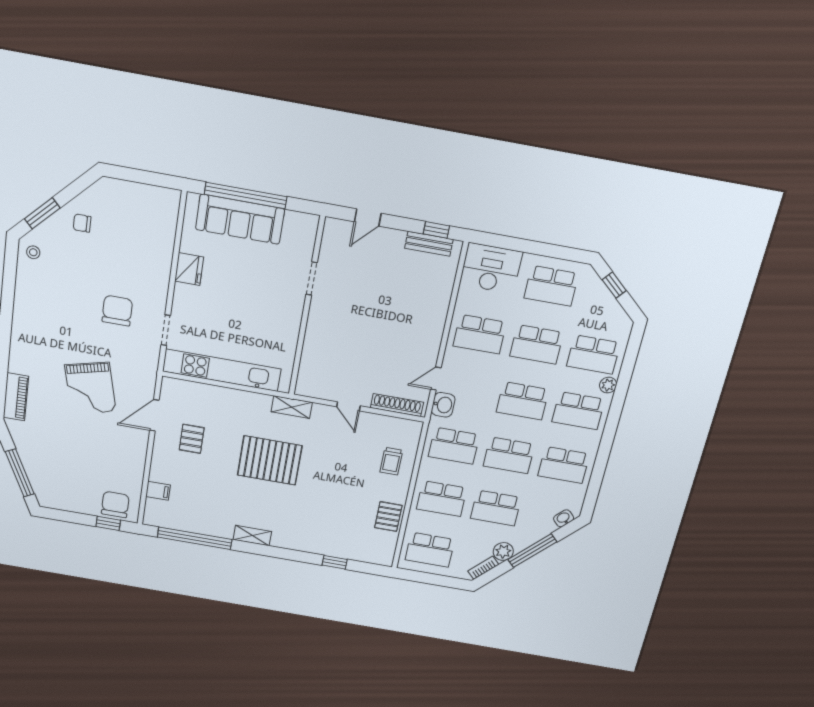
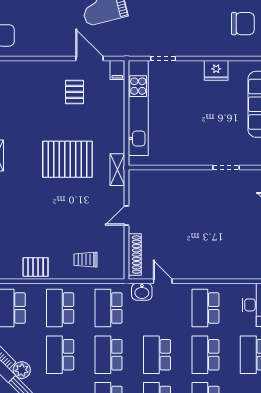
chair: (117, 311) -> (243, 24), moved
pallet: (192, 439) -> (75, 92), turned 90
pallet: (270, 460) -> (67, 159), turned 90
filing cabinet: (158, 491) -> (117, 70), moved

